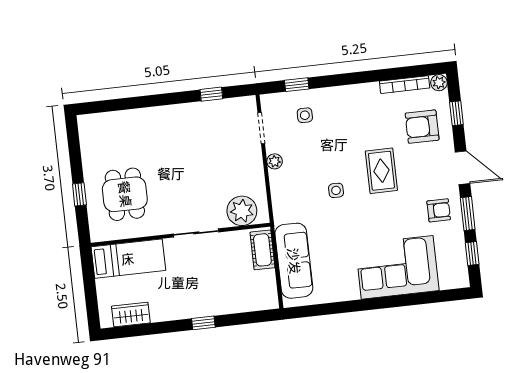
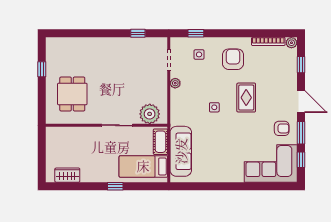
armchair: (422, 127) -> (233, 59), moved, turned 90
window: (79, 194) -> (42, 69), moved
bed: (128, 259) -> (143, 166), moved, turned 180
corner sofa: (397, 267) -> (271, 163), moved

